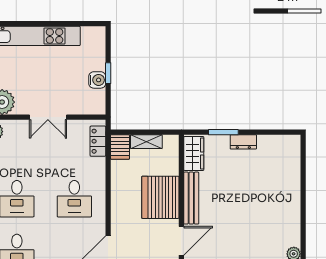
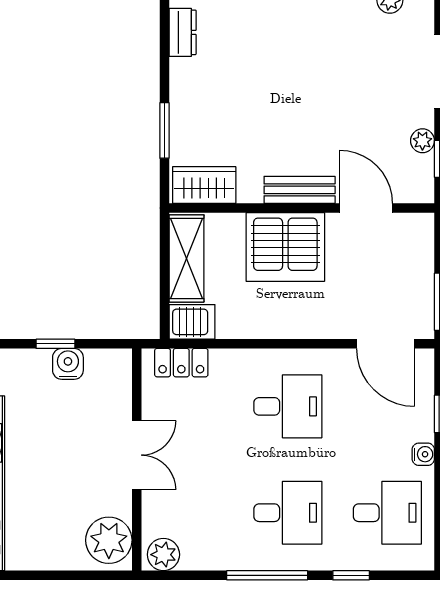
shelving: (146, 142) -> (186, 258), width x1.50, depth x1.33
dresser: (243, 142) -> (183, 32), moved
bench: (191, 198) -> (300, 190), width x0.73

